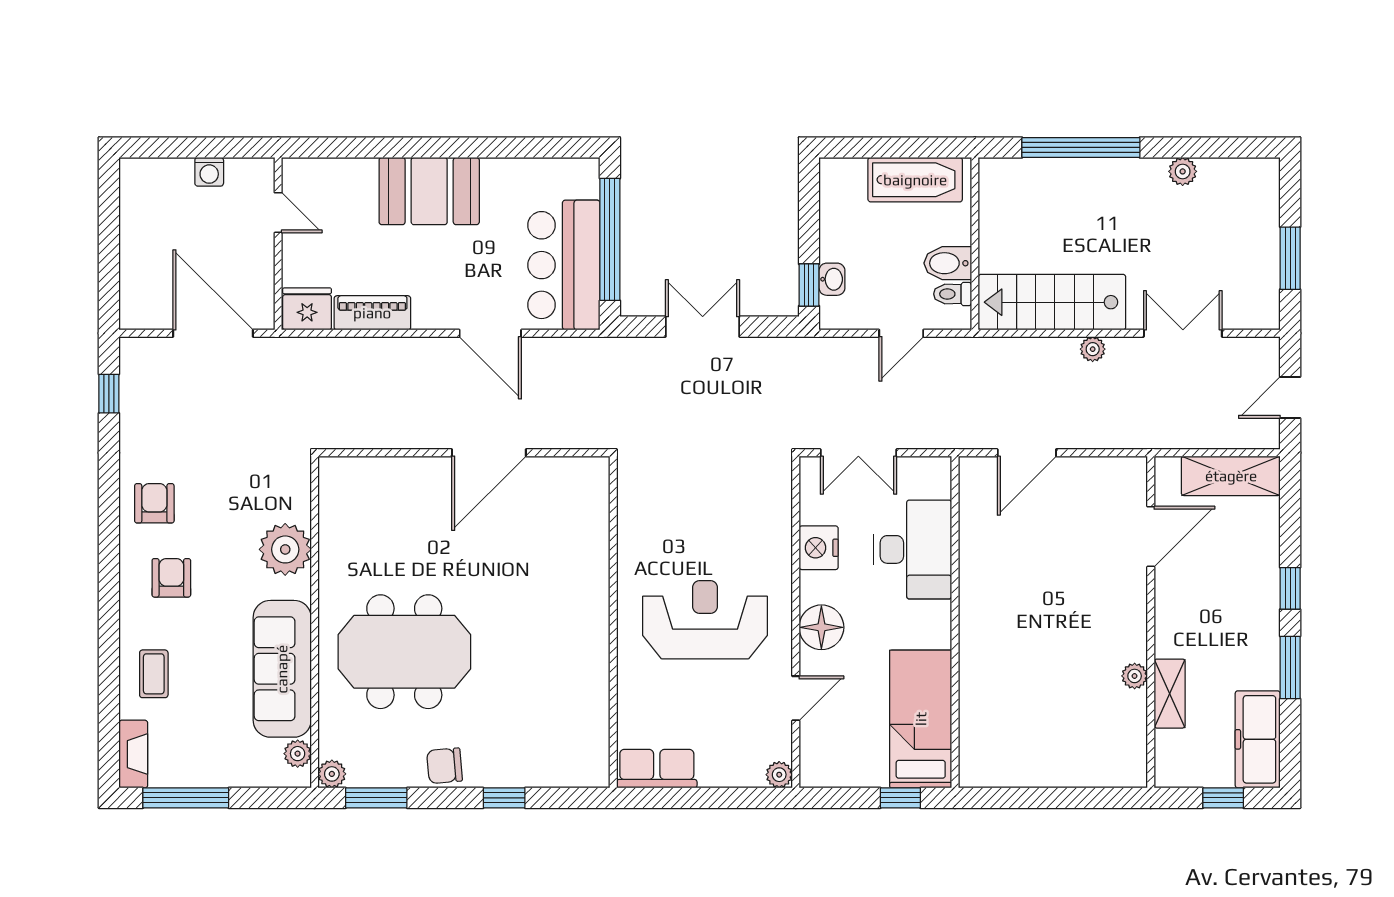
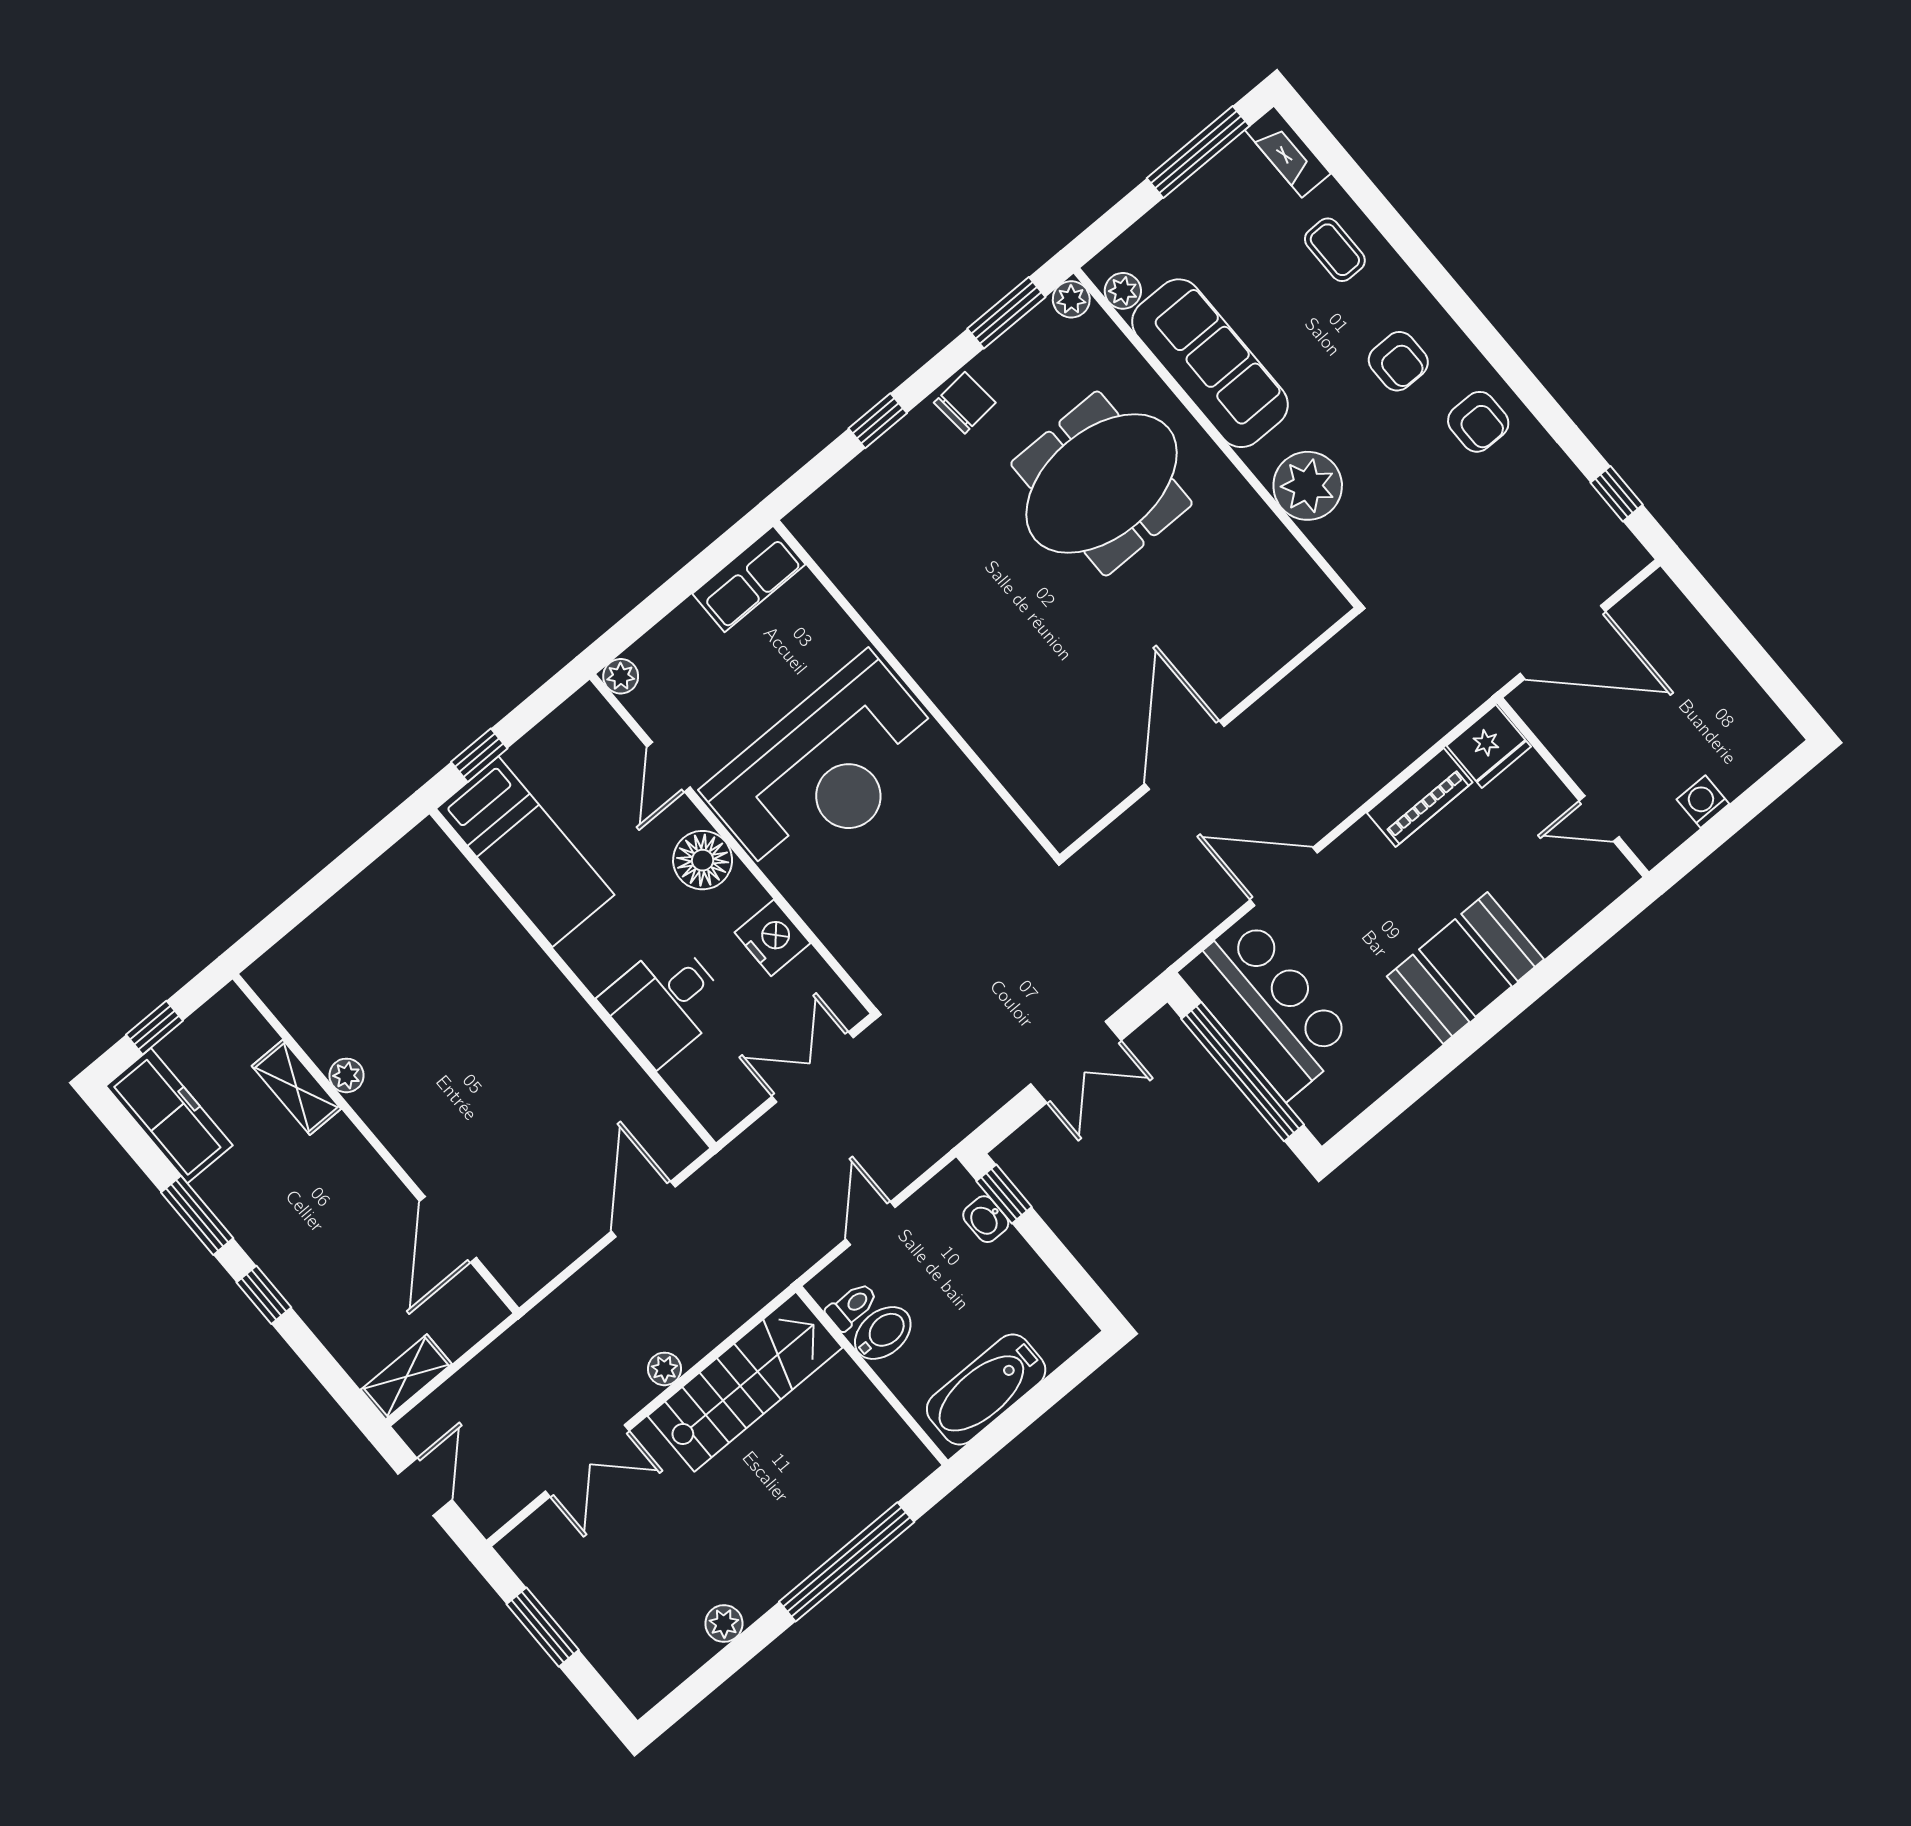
shelving: (1231, 476) -> (406, 1377), width x0.67, depth x0.75
desk: (913, 549) -> (665, 1002), width x0.73
reception desk: (705, 620) -> (826, 769), width x1.36, depth x1.30

